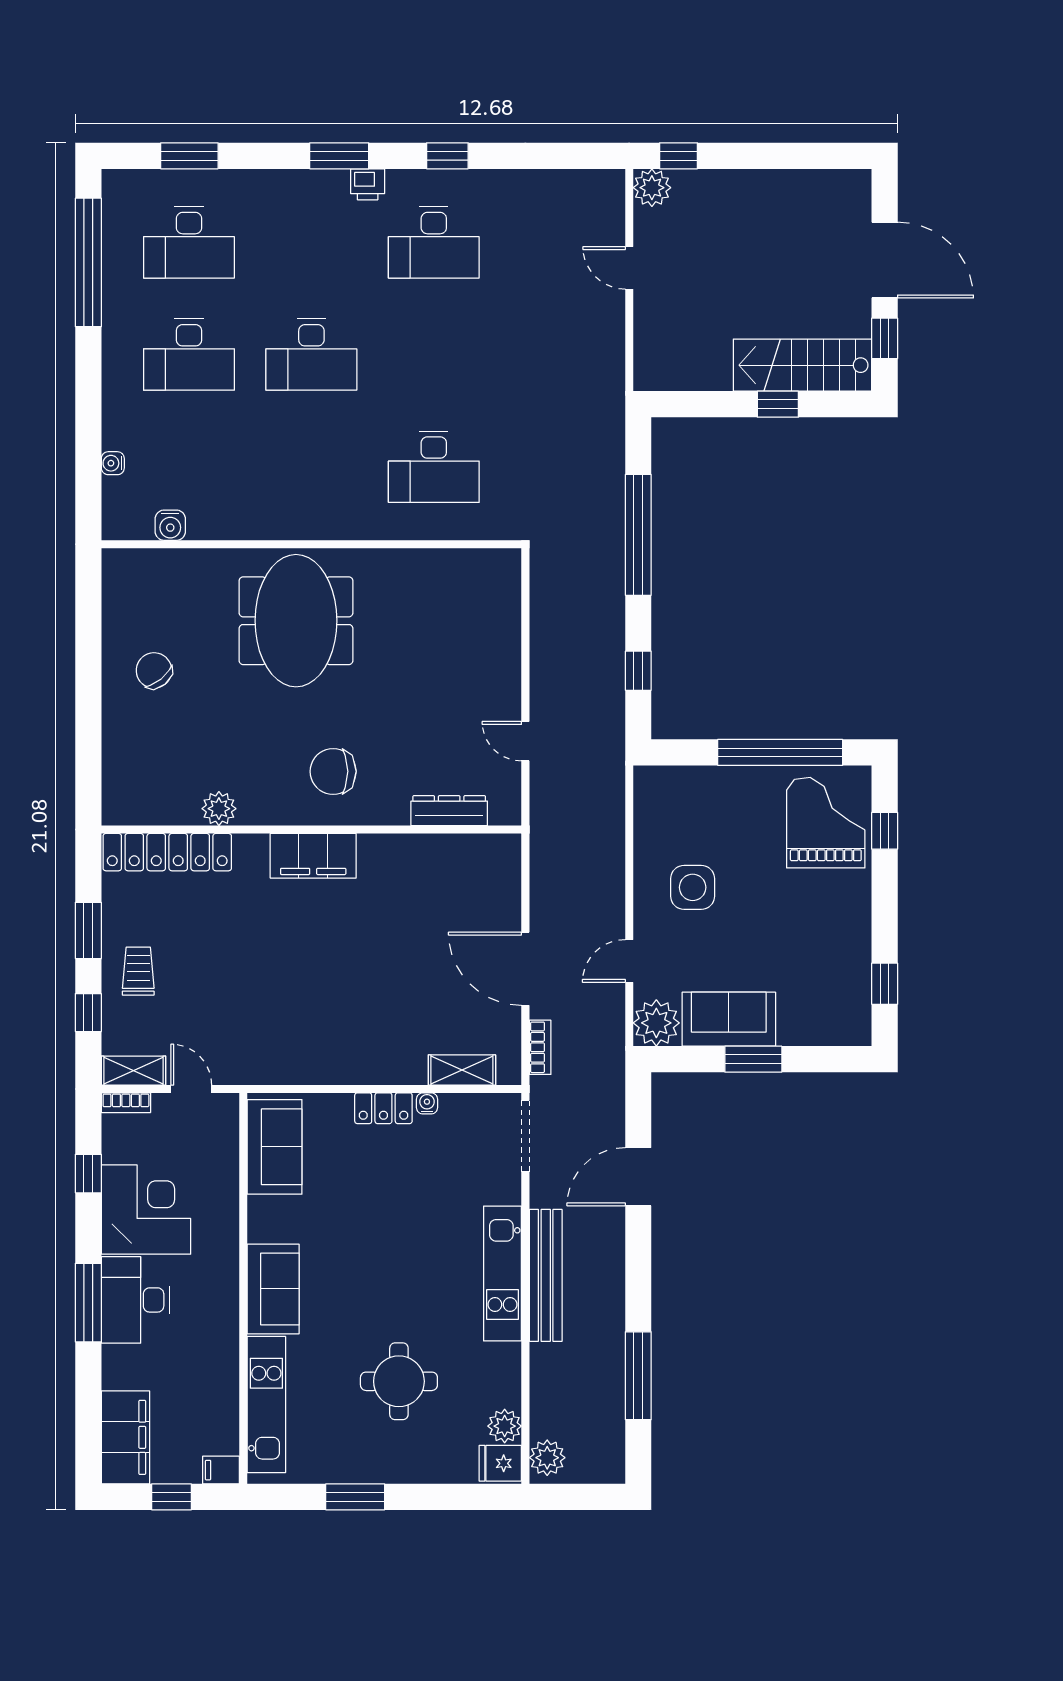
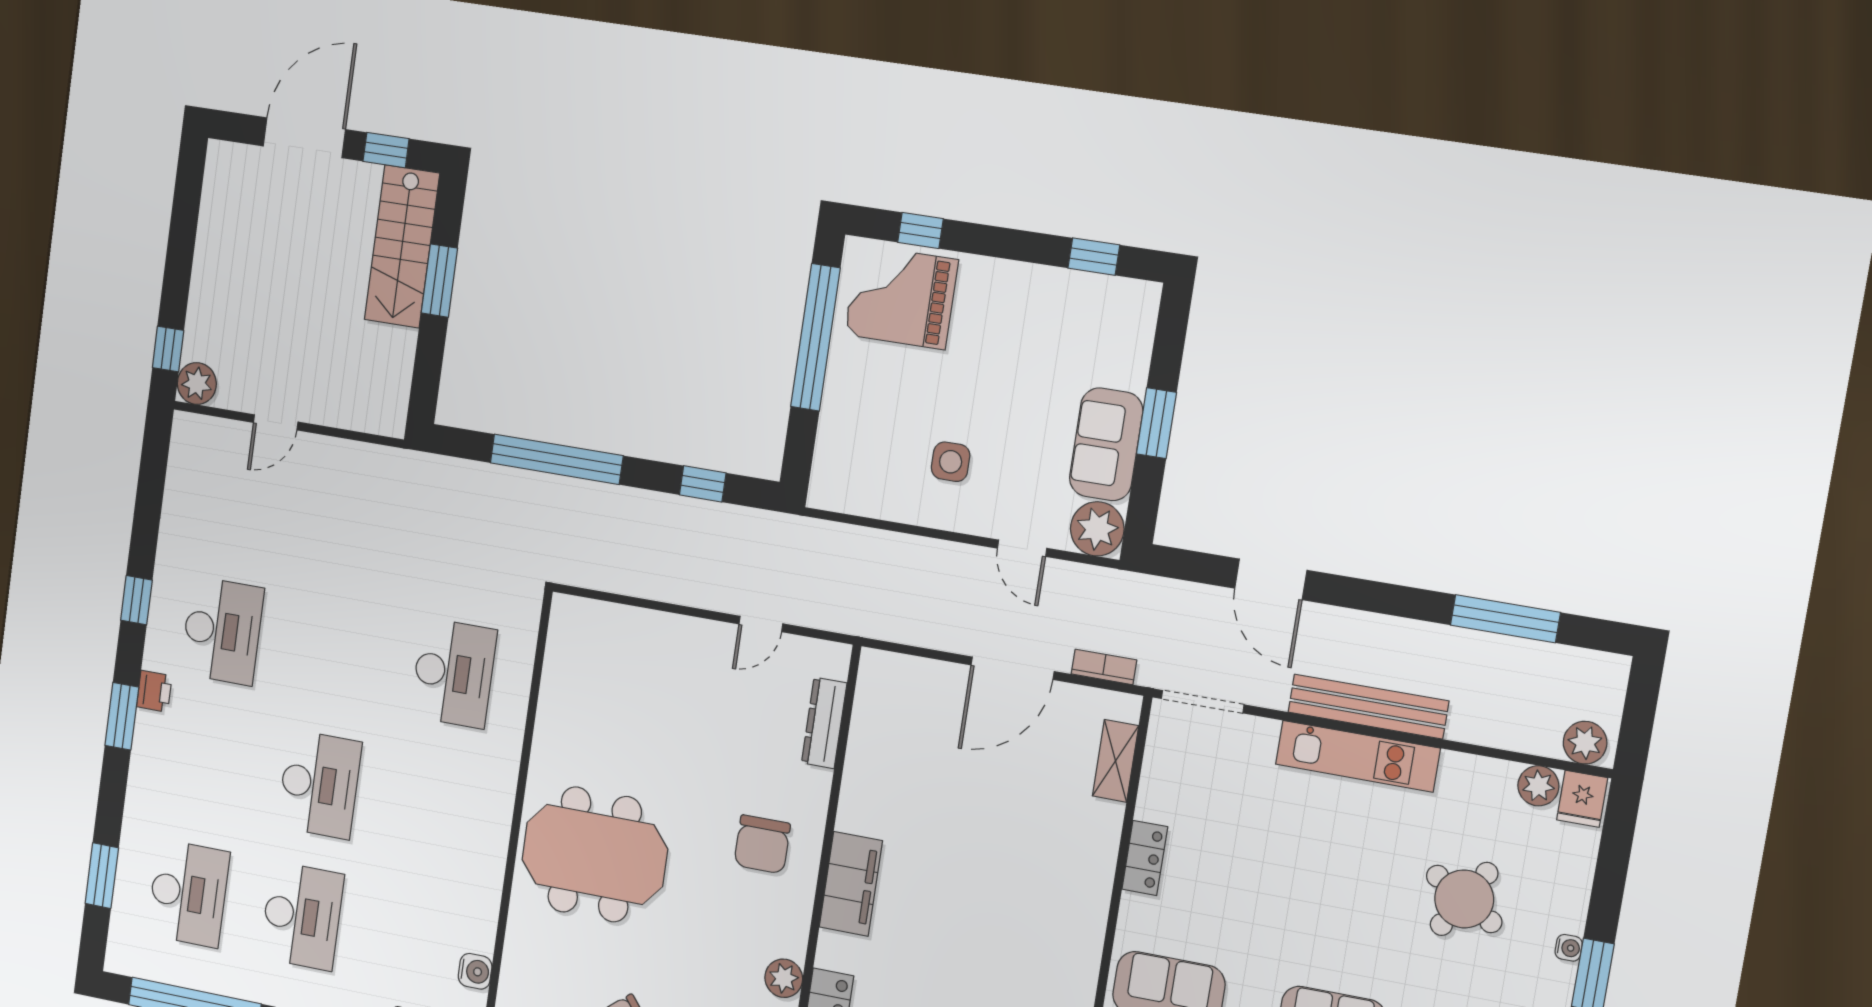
window: (778, 404) -> (439, 281), width x1.50
side table: (693, 887) -> (951, 462), width x0.73, depth x0.73
water cooler: (427, 1103) -> (1569, 948), moved, turned 180
round table: (399, 1381) -> (1464, 899), turned 31

